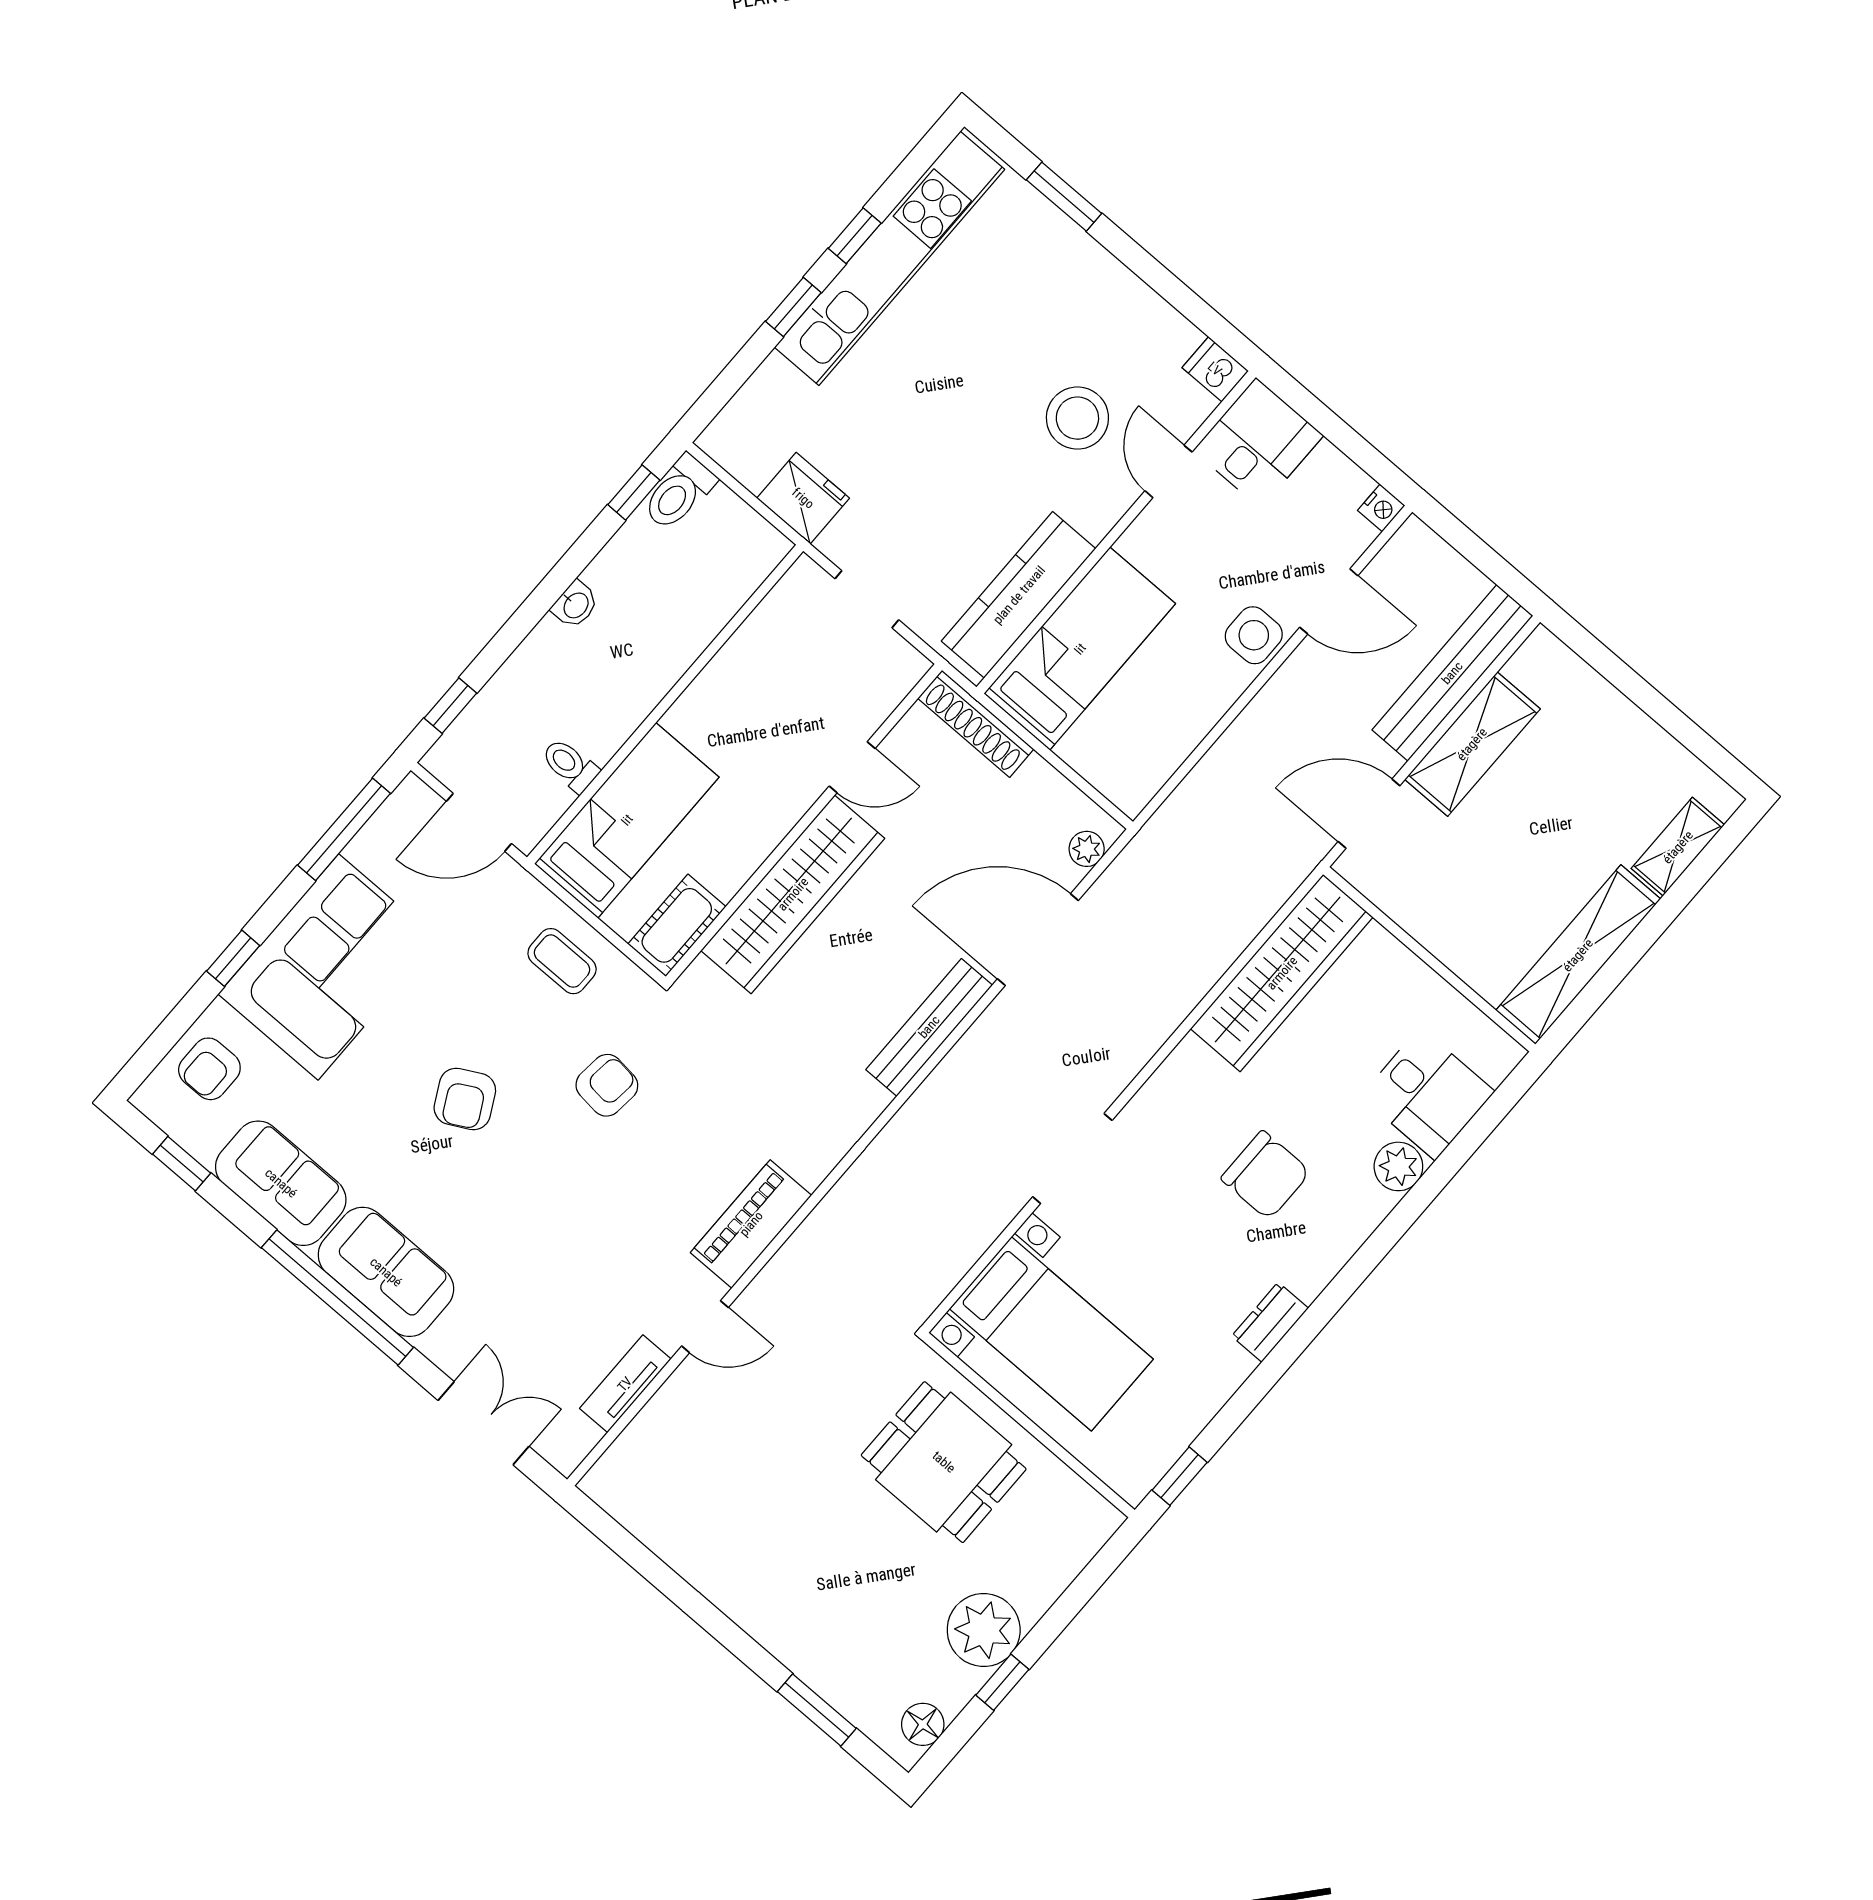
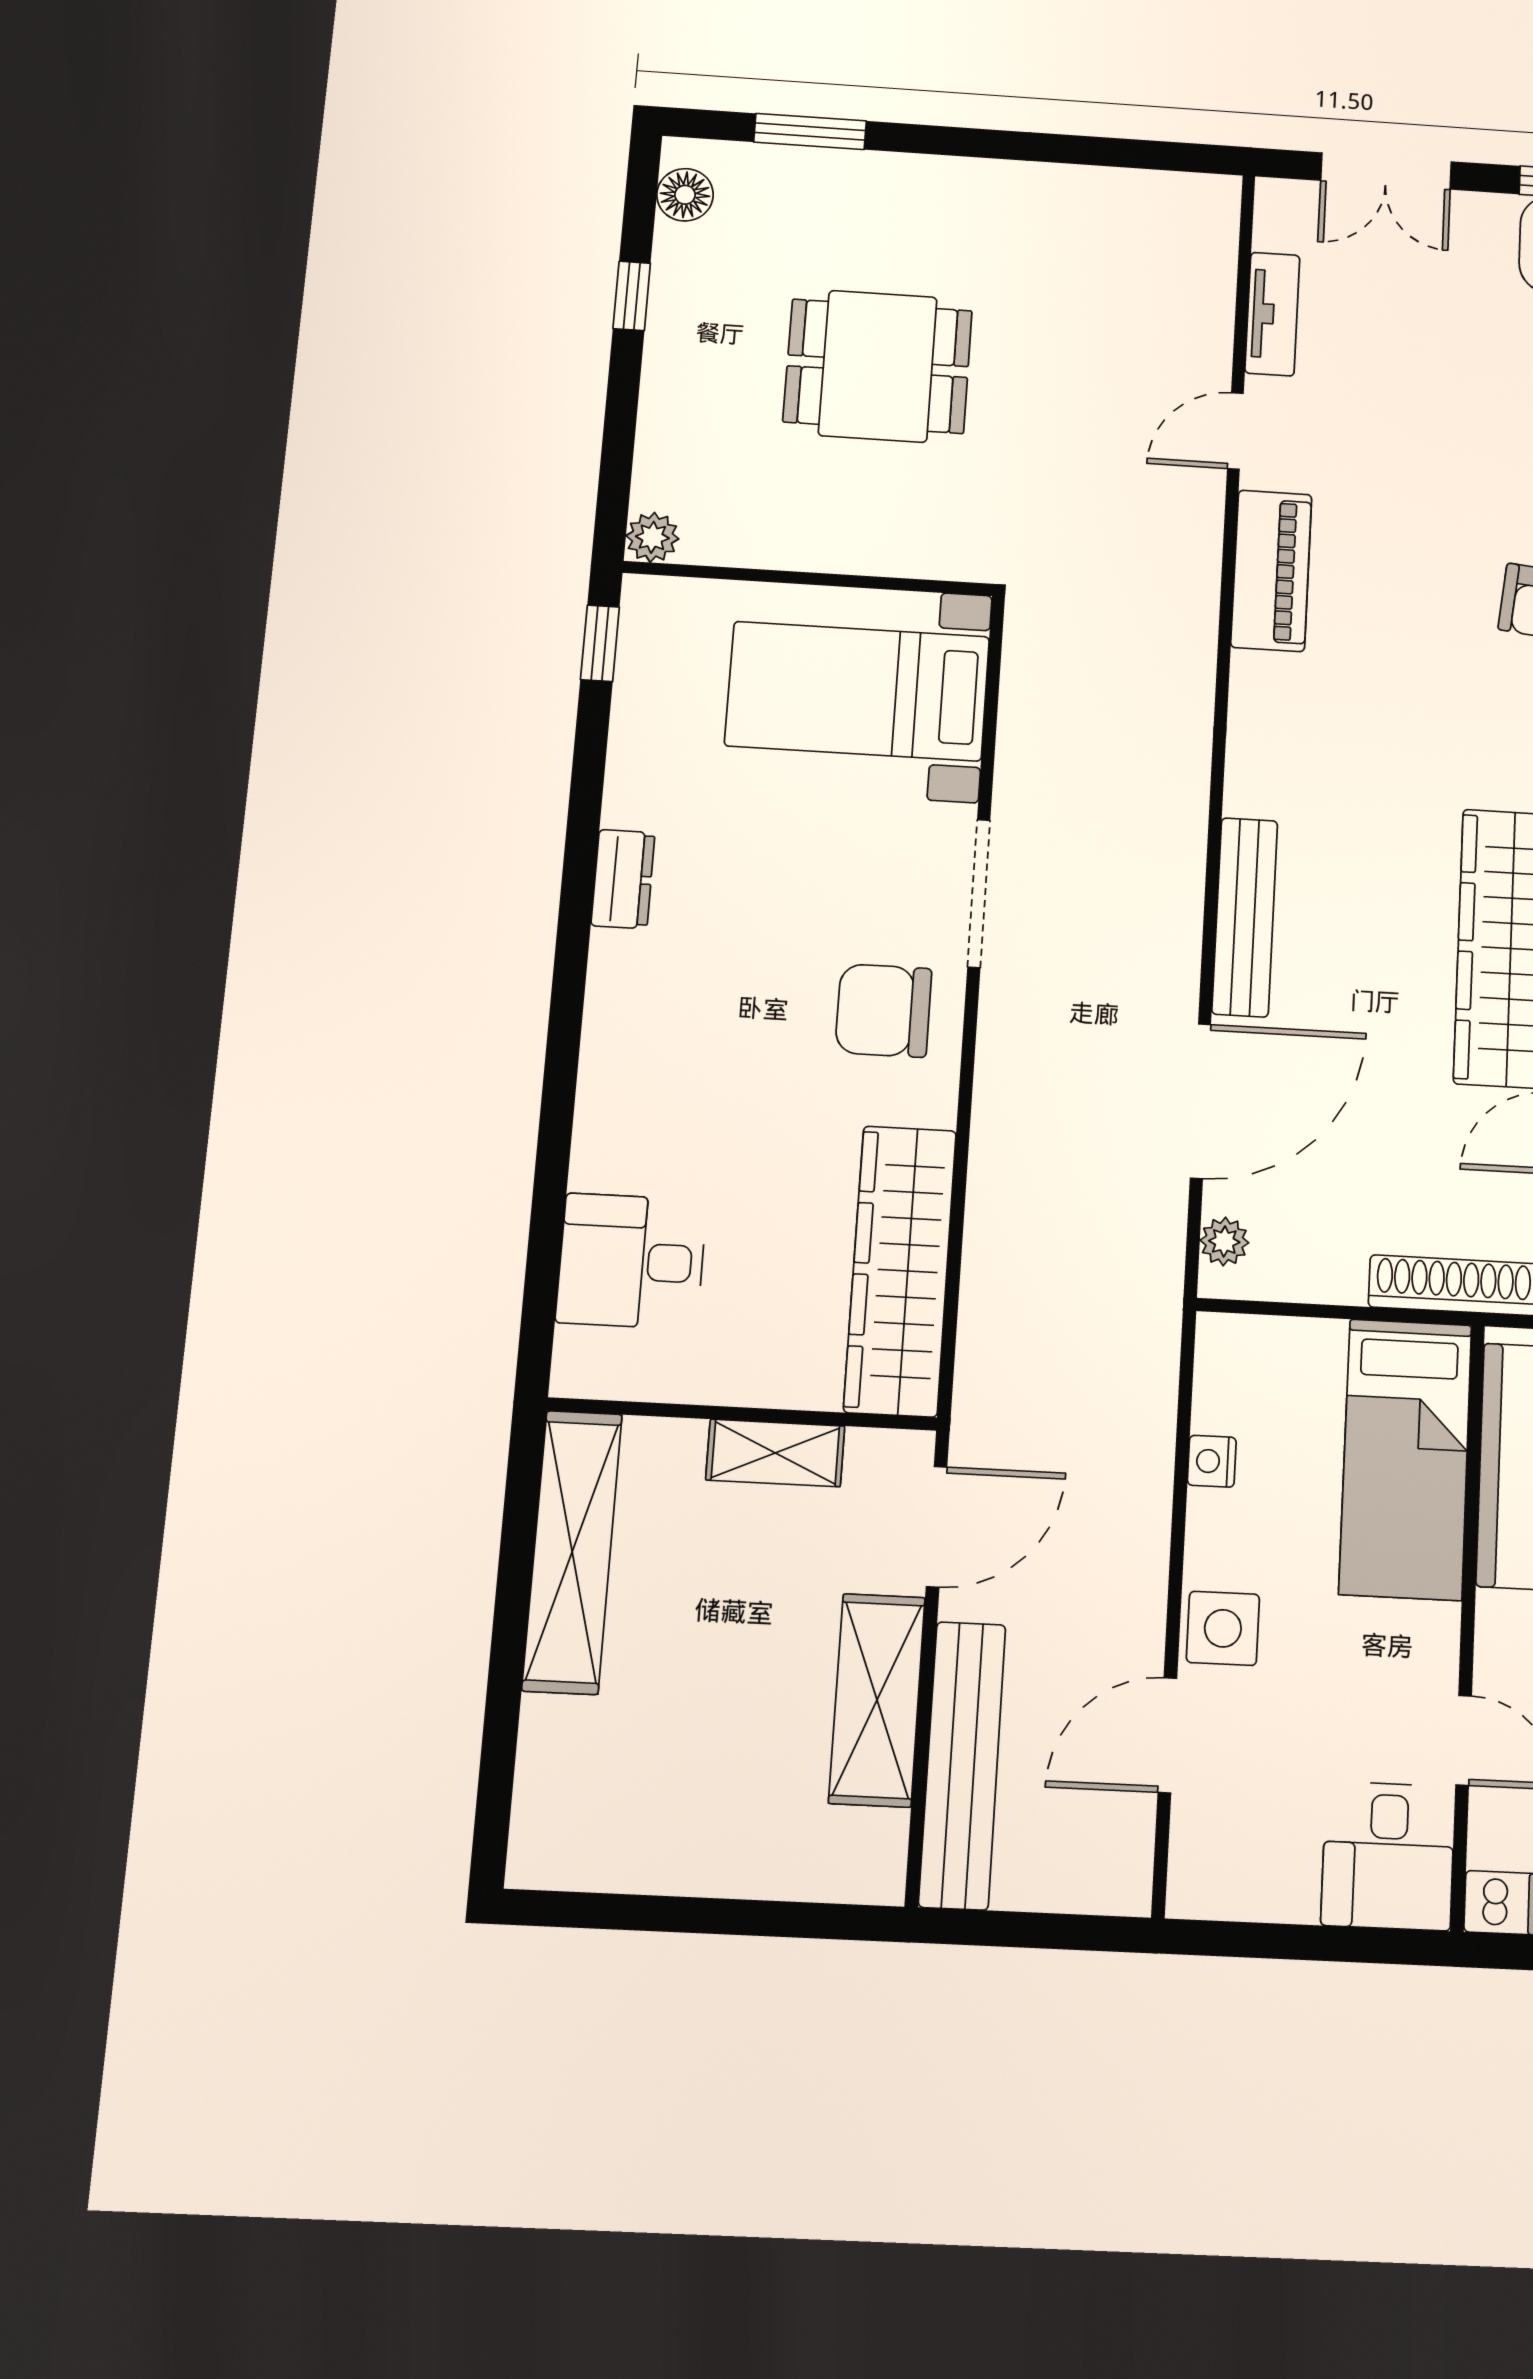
nightstand: (1381, 508) -> (1212, 1461), moved
shelving: (1678, 847) -> (775, 1453), moved, turned 90
plant: (1398, 1166) -> (604, 1156), removed
chair: (1266, 1175) -> (884, 1011), moved
dining table: (944, 1462) -> (878, 366), moved
plant: (984, 1630) -> (652, 537), moved, width x0.53, depth x0.53

